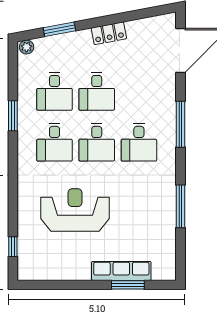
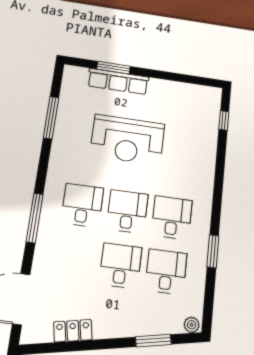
locker: (109, 33) -> (73, 331), moved
window: (181, 206) -> (51, 118), moved
reception desk: (75, 210) -> (127, 140), moved

